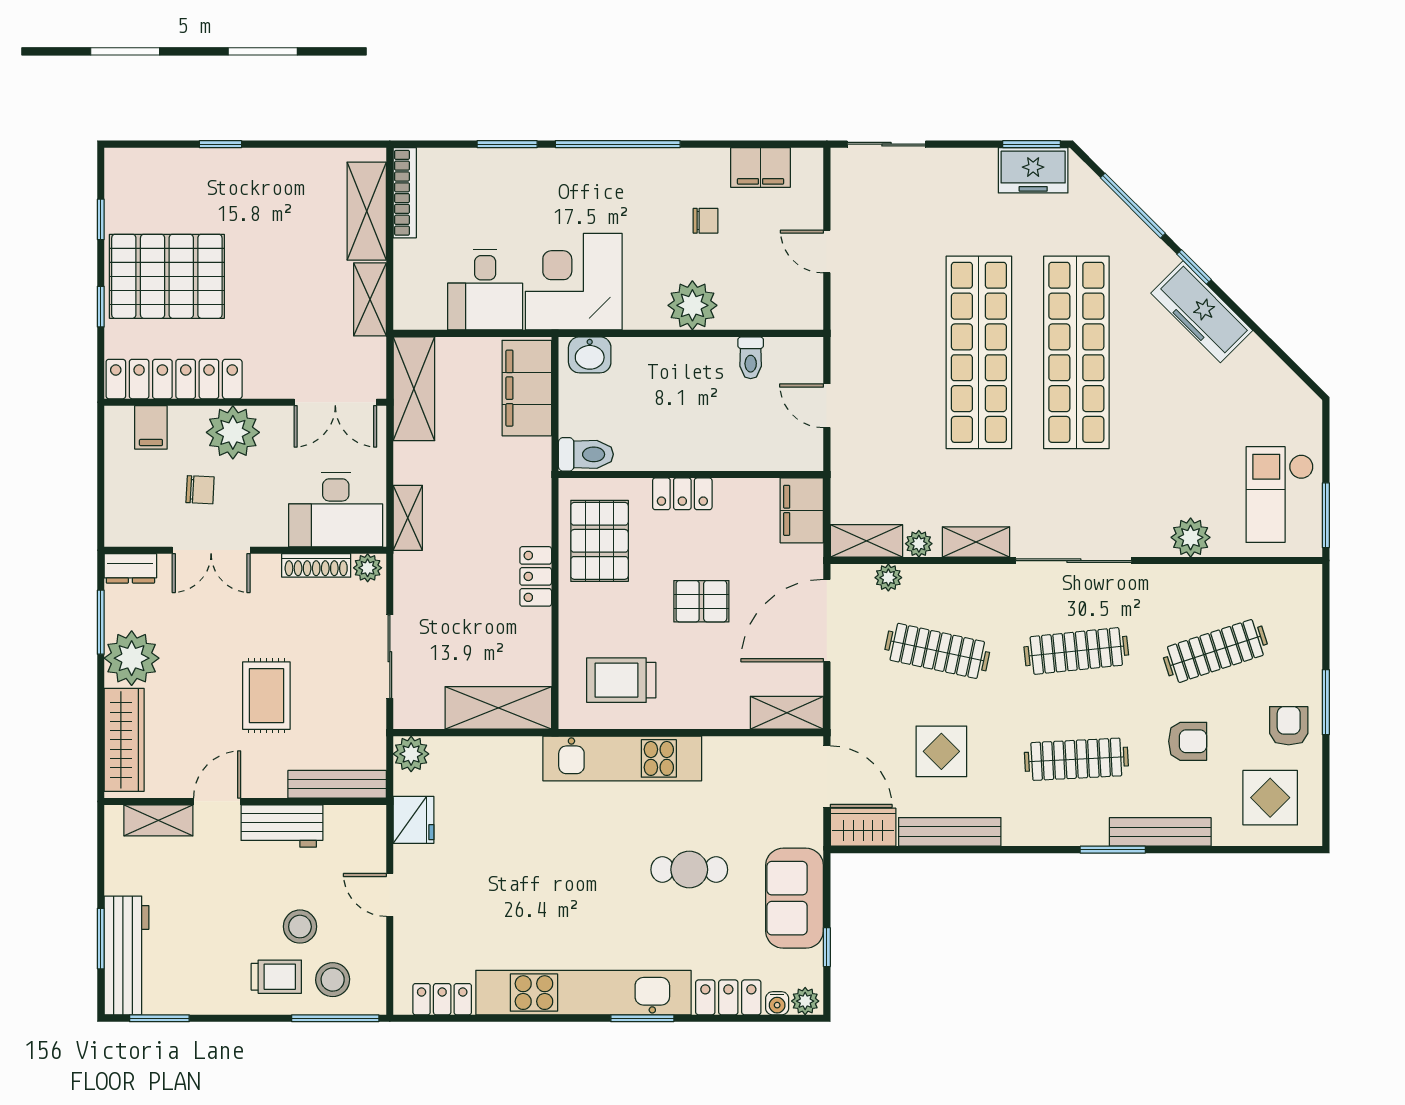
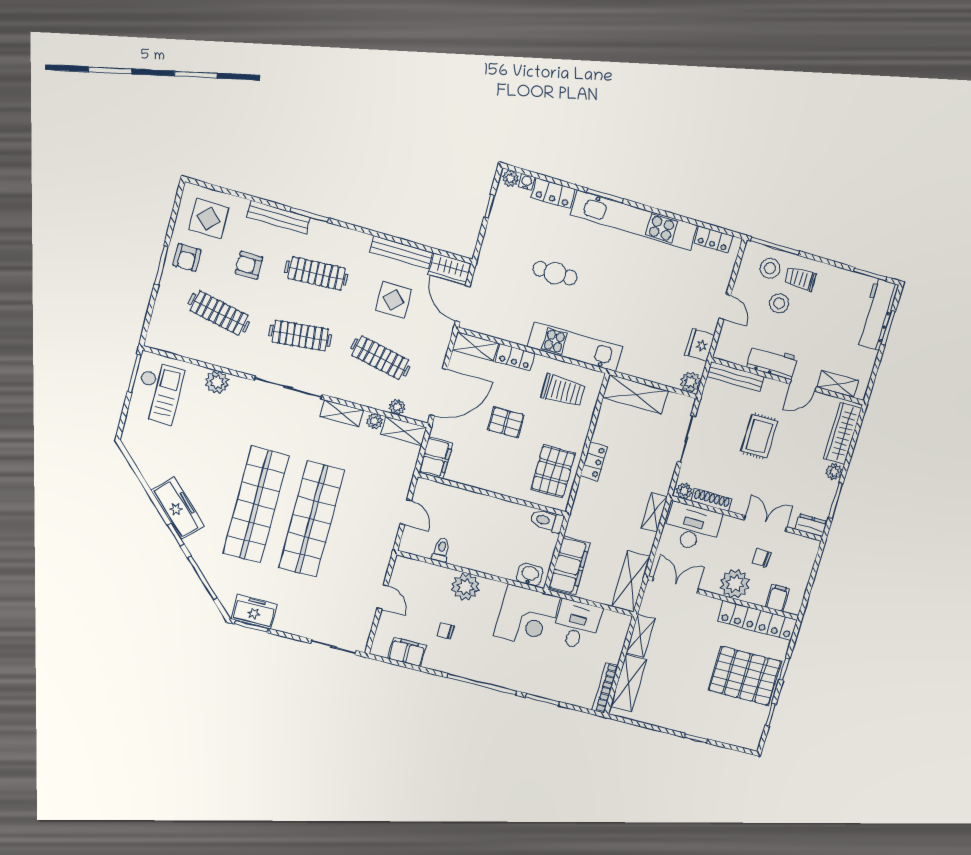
locker: (682, 494) -> (515, 357), moved, turned 180
clothes rail: (1215, 651) -> (219, 313), turned 30
plant: (132, 658) -> (834, 472), width x0.53, depth x0.53
sofa: (795, 898) -> (500, 240), removed

